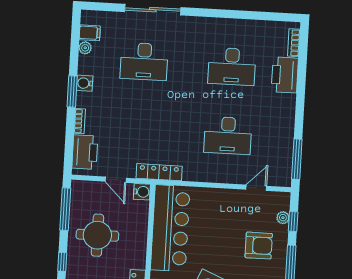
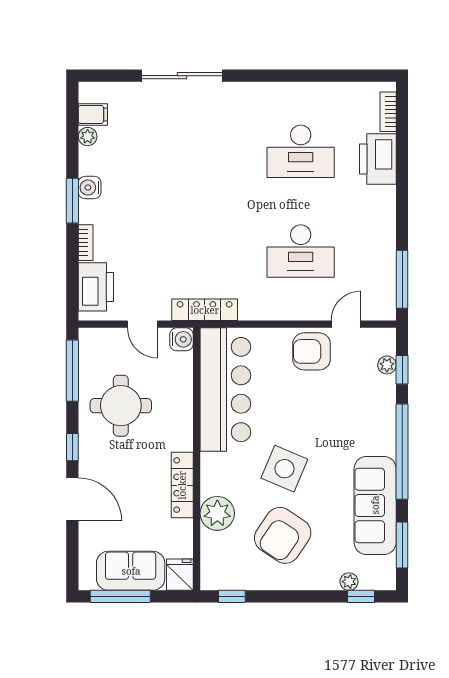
desk: (144, 61) -> (174, 151), removed
armchair: (259, 246) -> (312, 351), moved, turned 180

